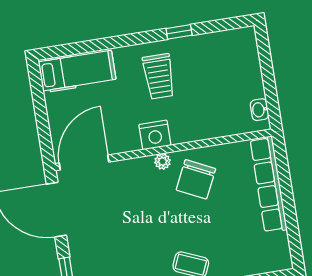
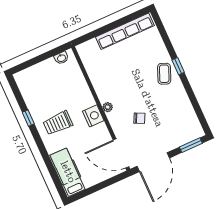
trolley: (159, 76) -> (58, 123), turned 180
chair: (196, 179) -> (139, 118), moved, width x0.54, depth x0.54
row of seats: (269, 184) -> (125, 31), moved

